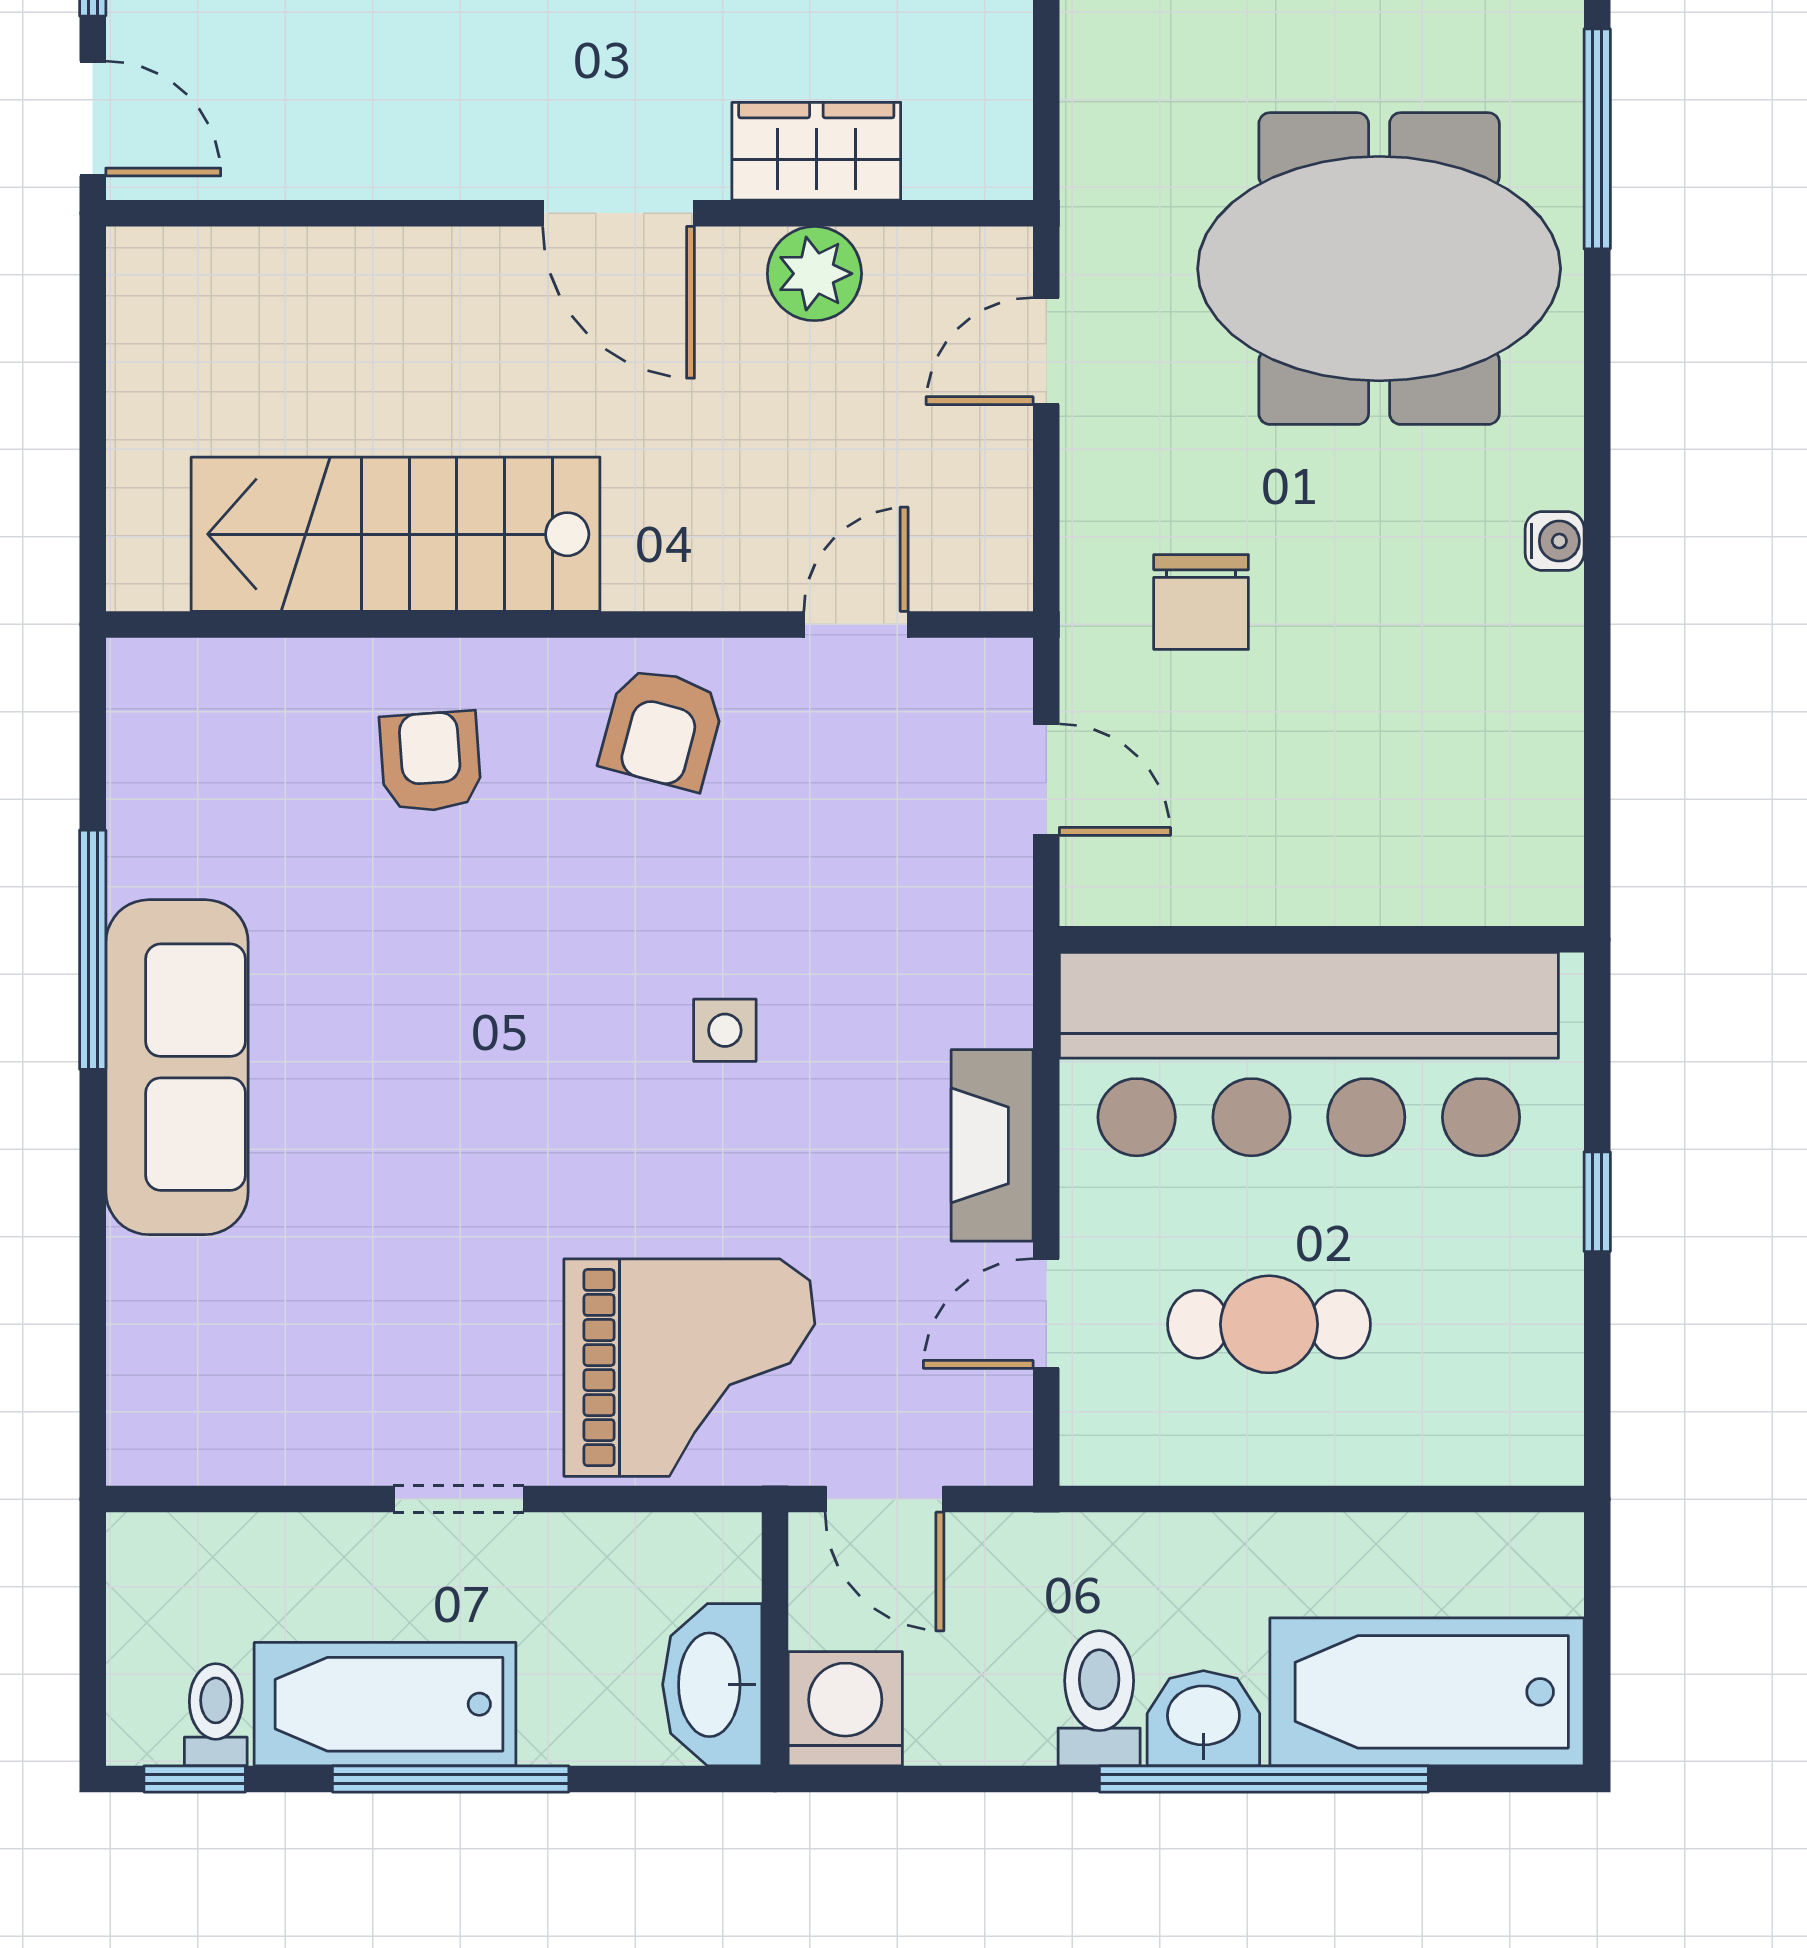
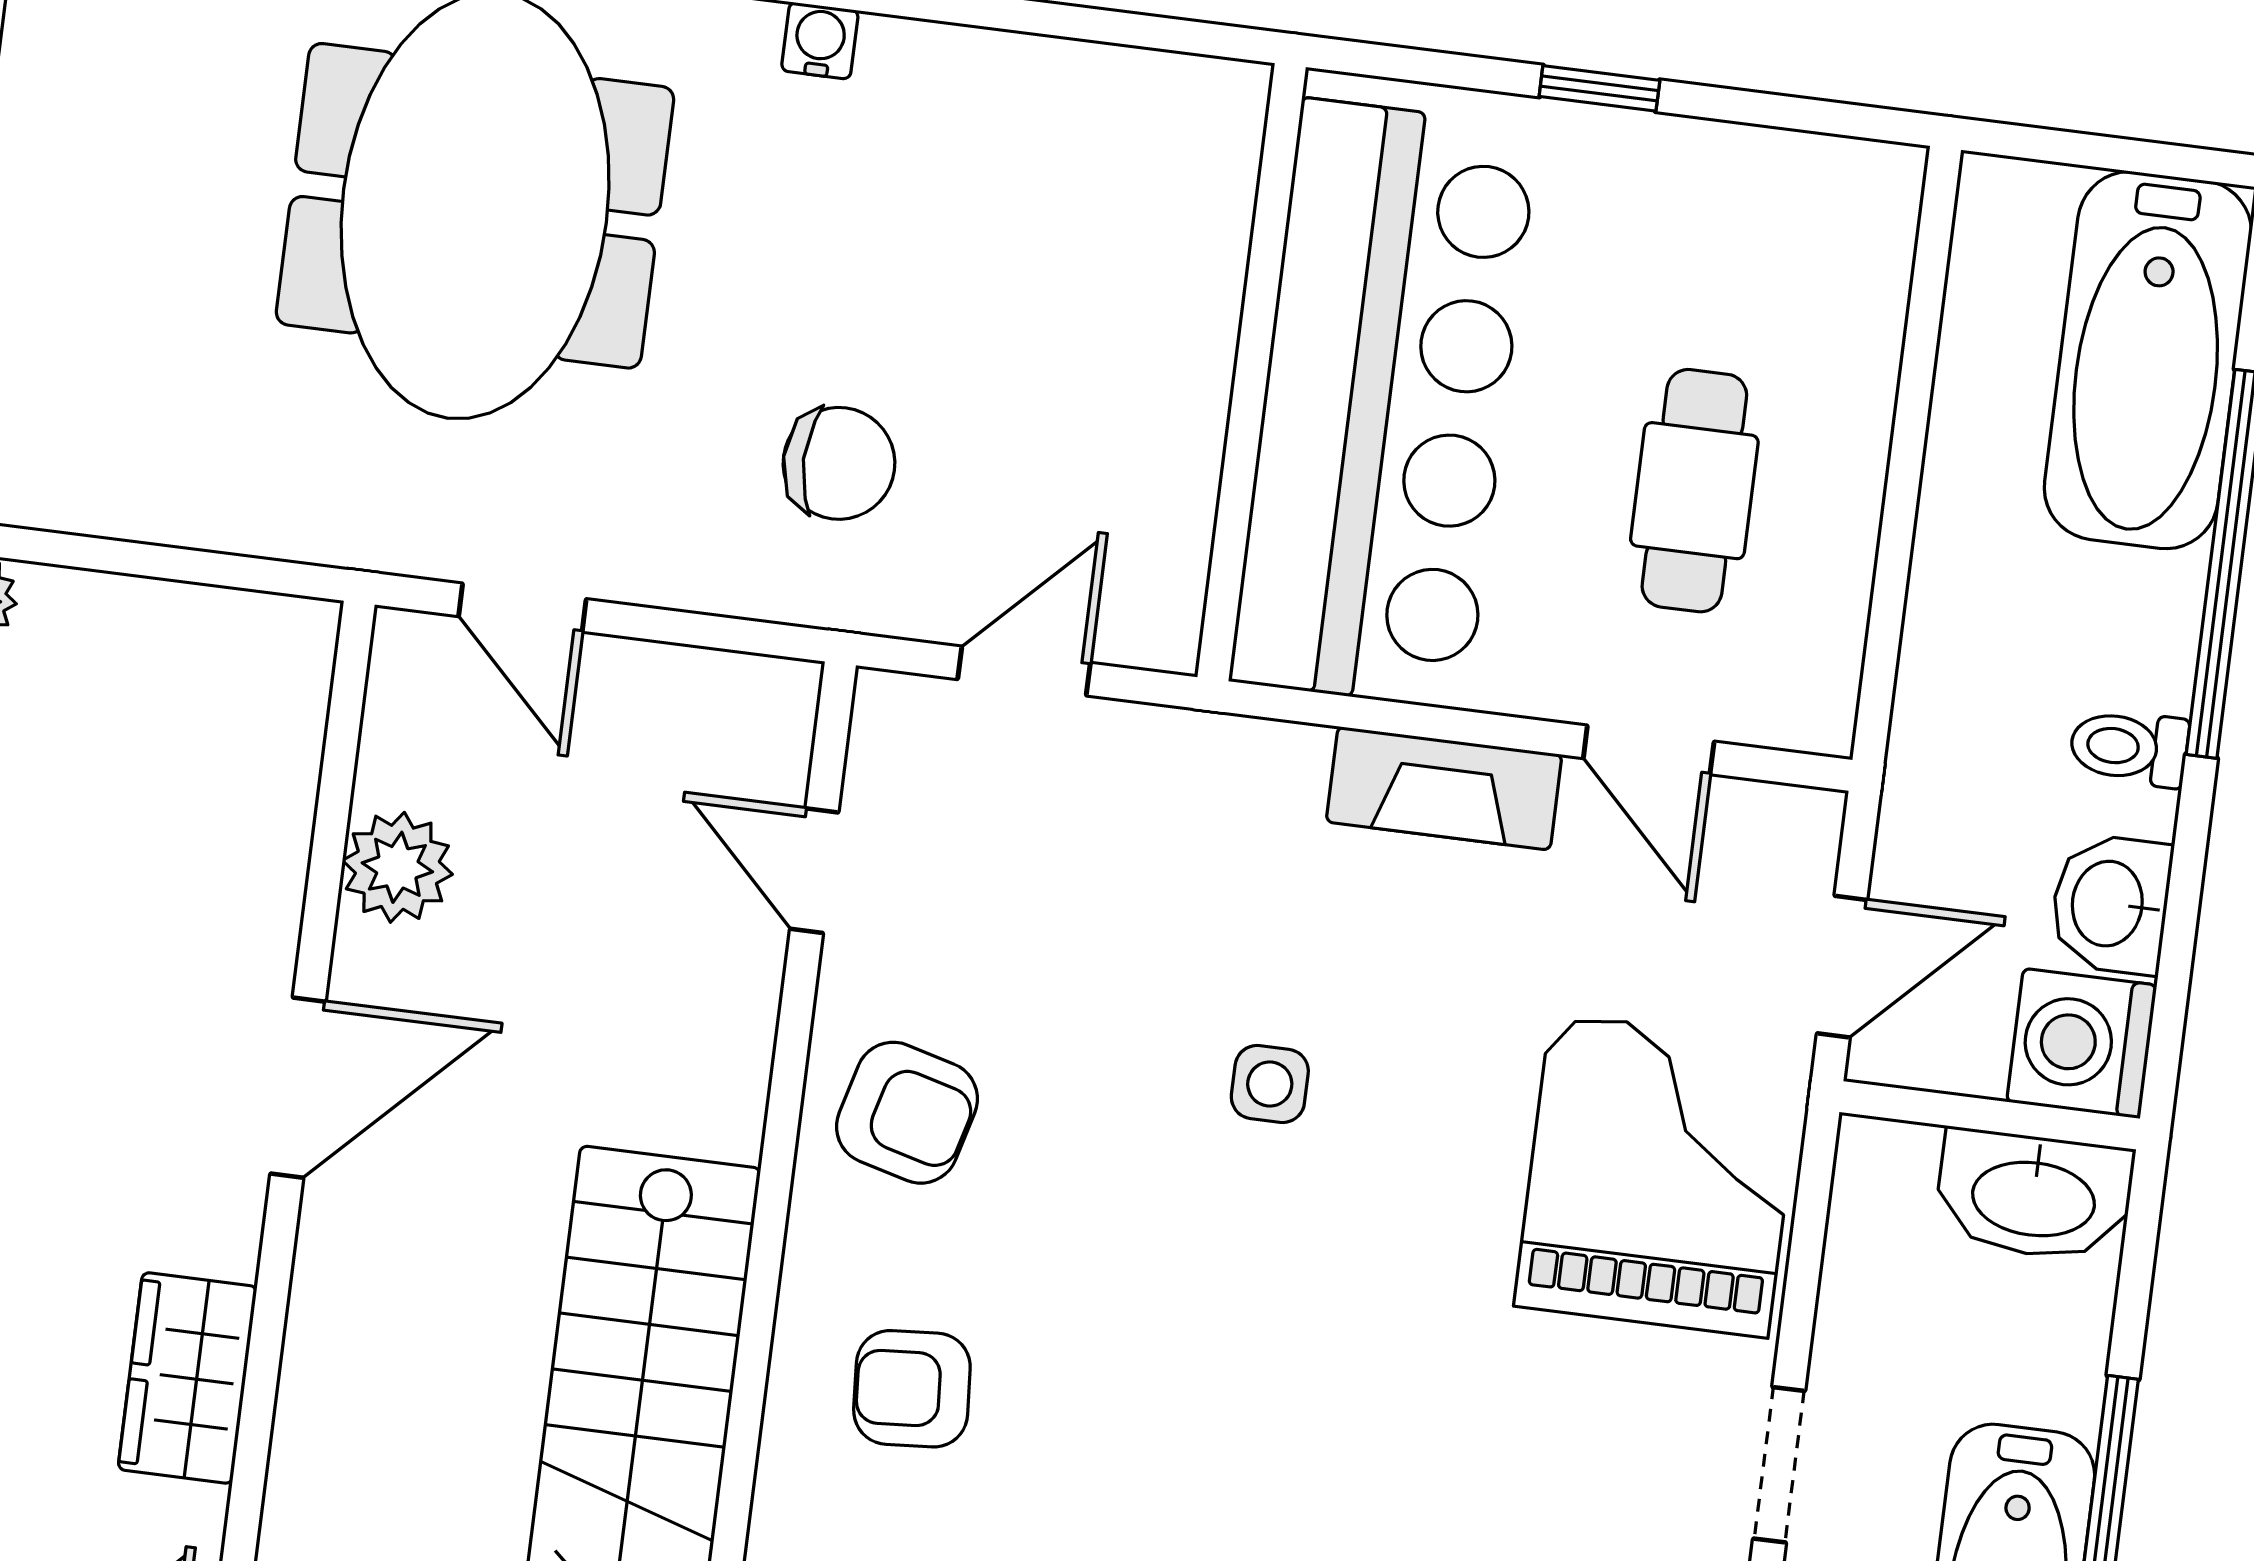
wardrobe: (816, 151) -> (187, 1378), moved
toilet: (1099, 1698) -> (2129, 748), width x0.73, depth x0.72
washbasin: (1203, 1718) -> (2111, 904), moved

